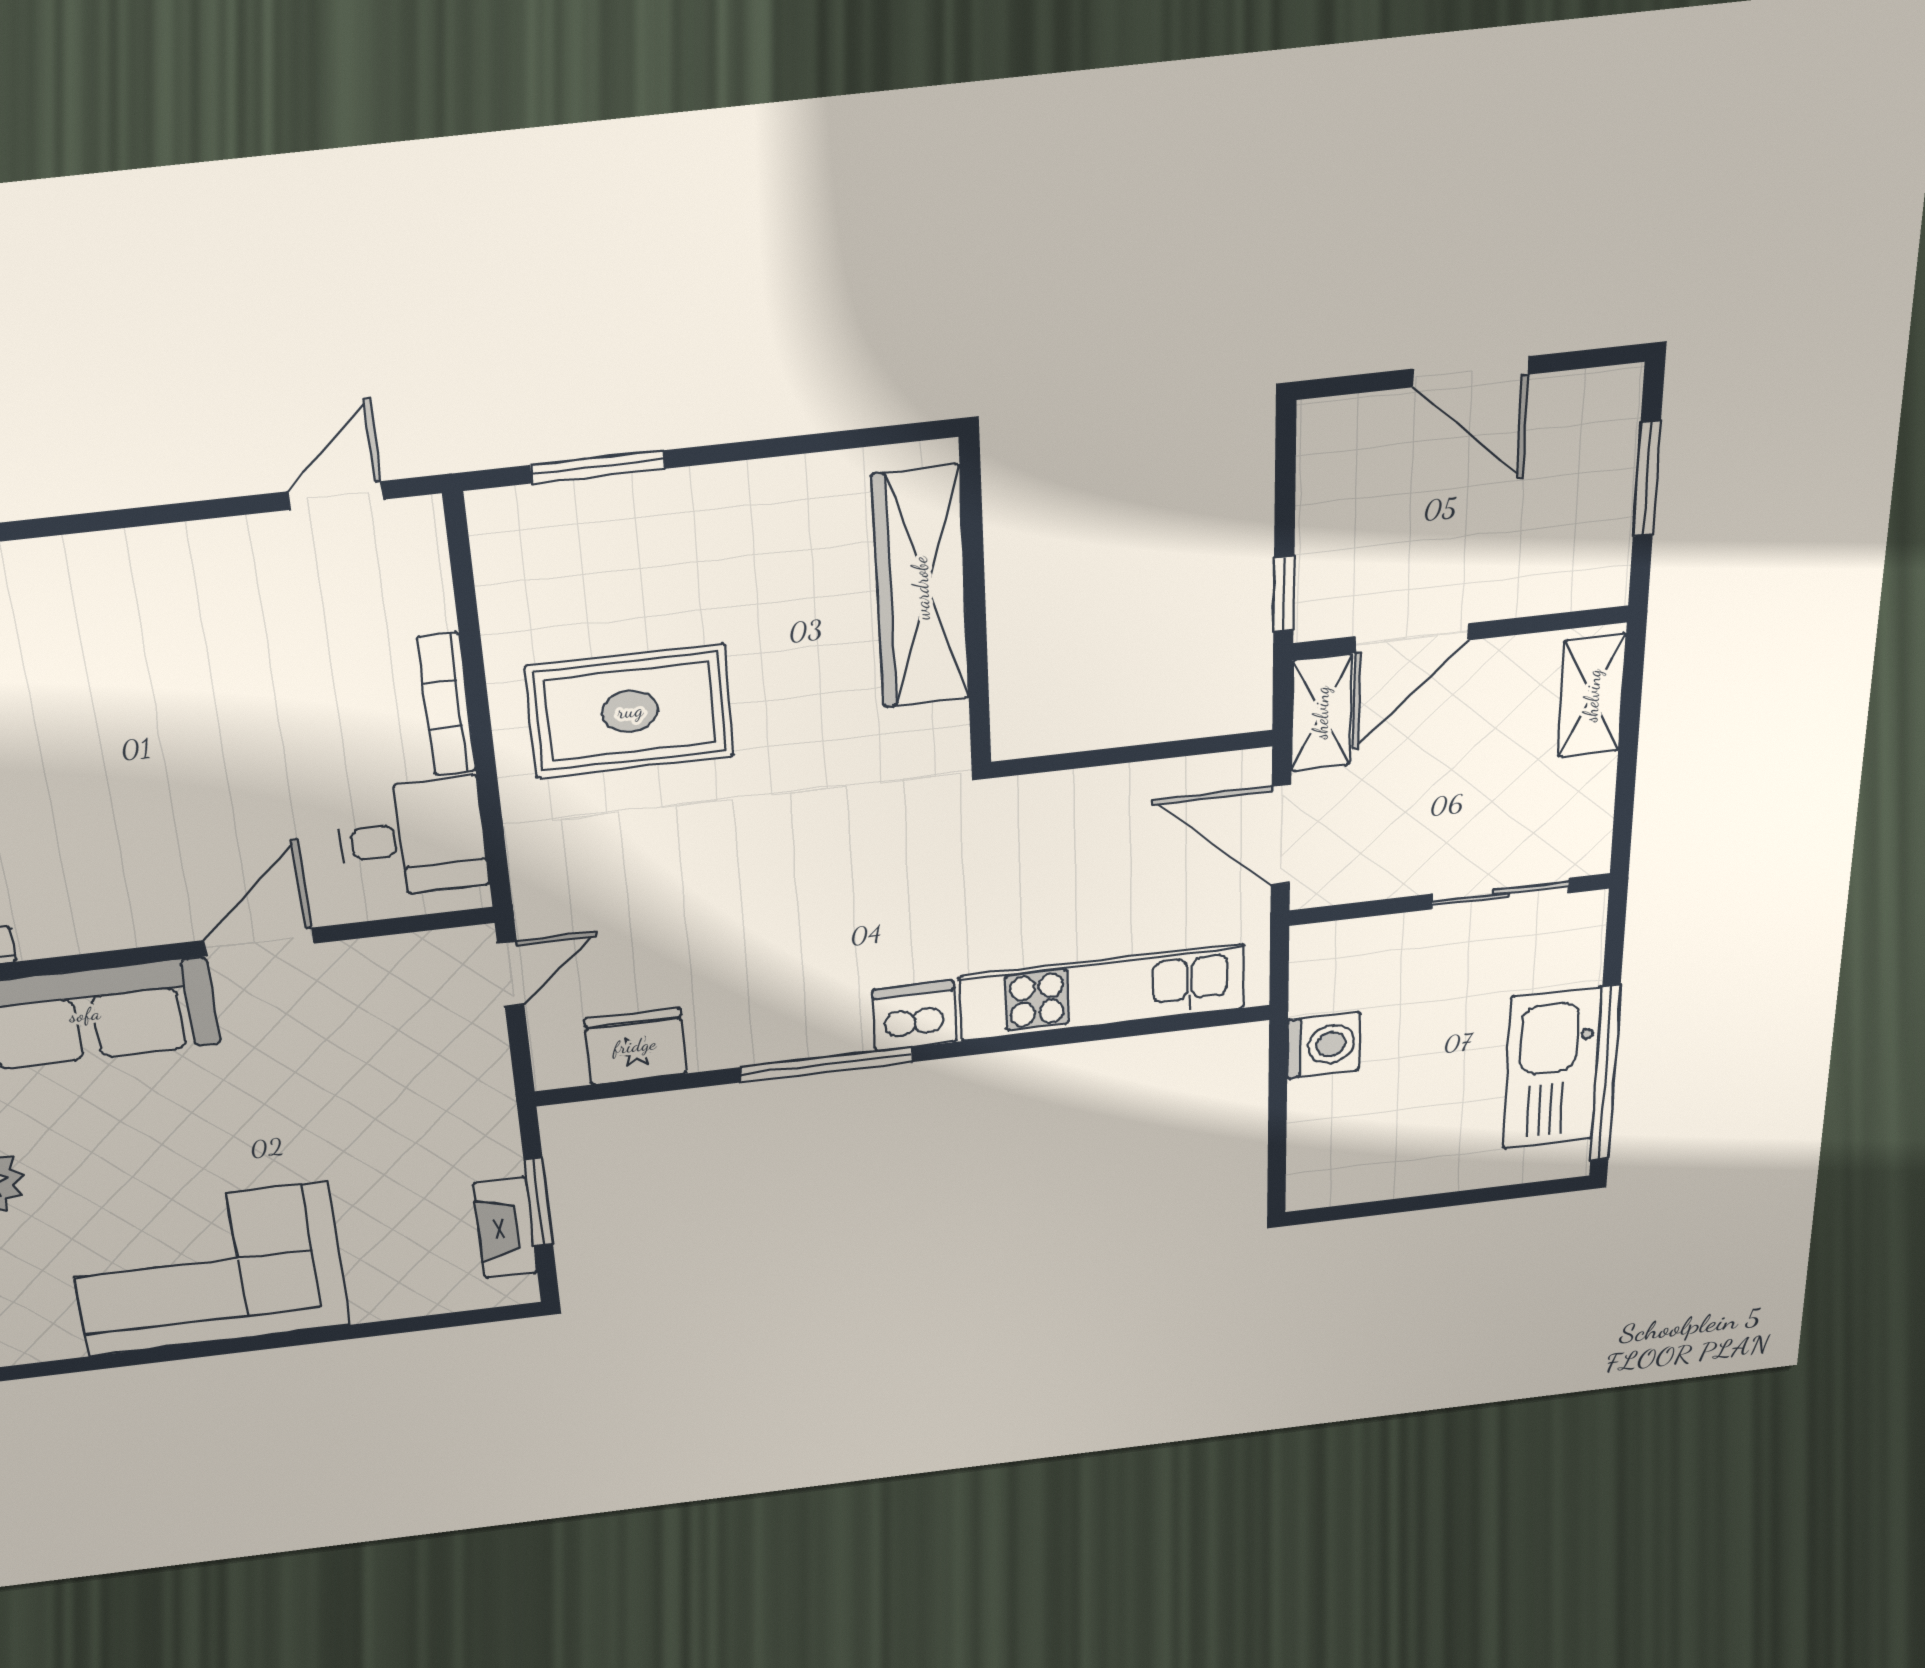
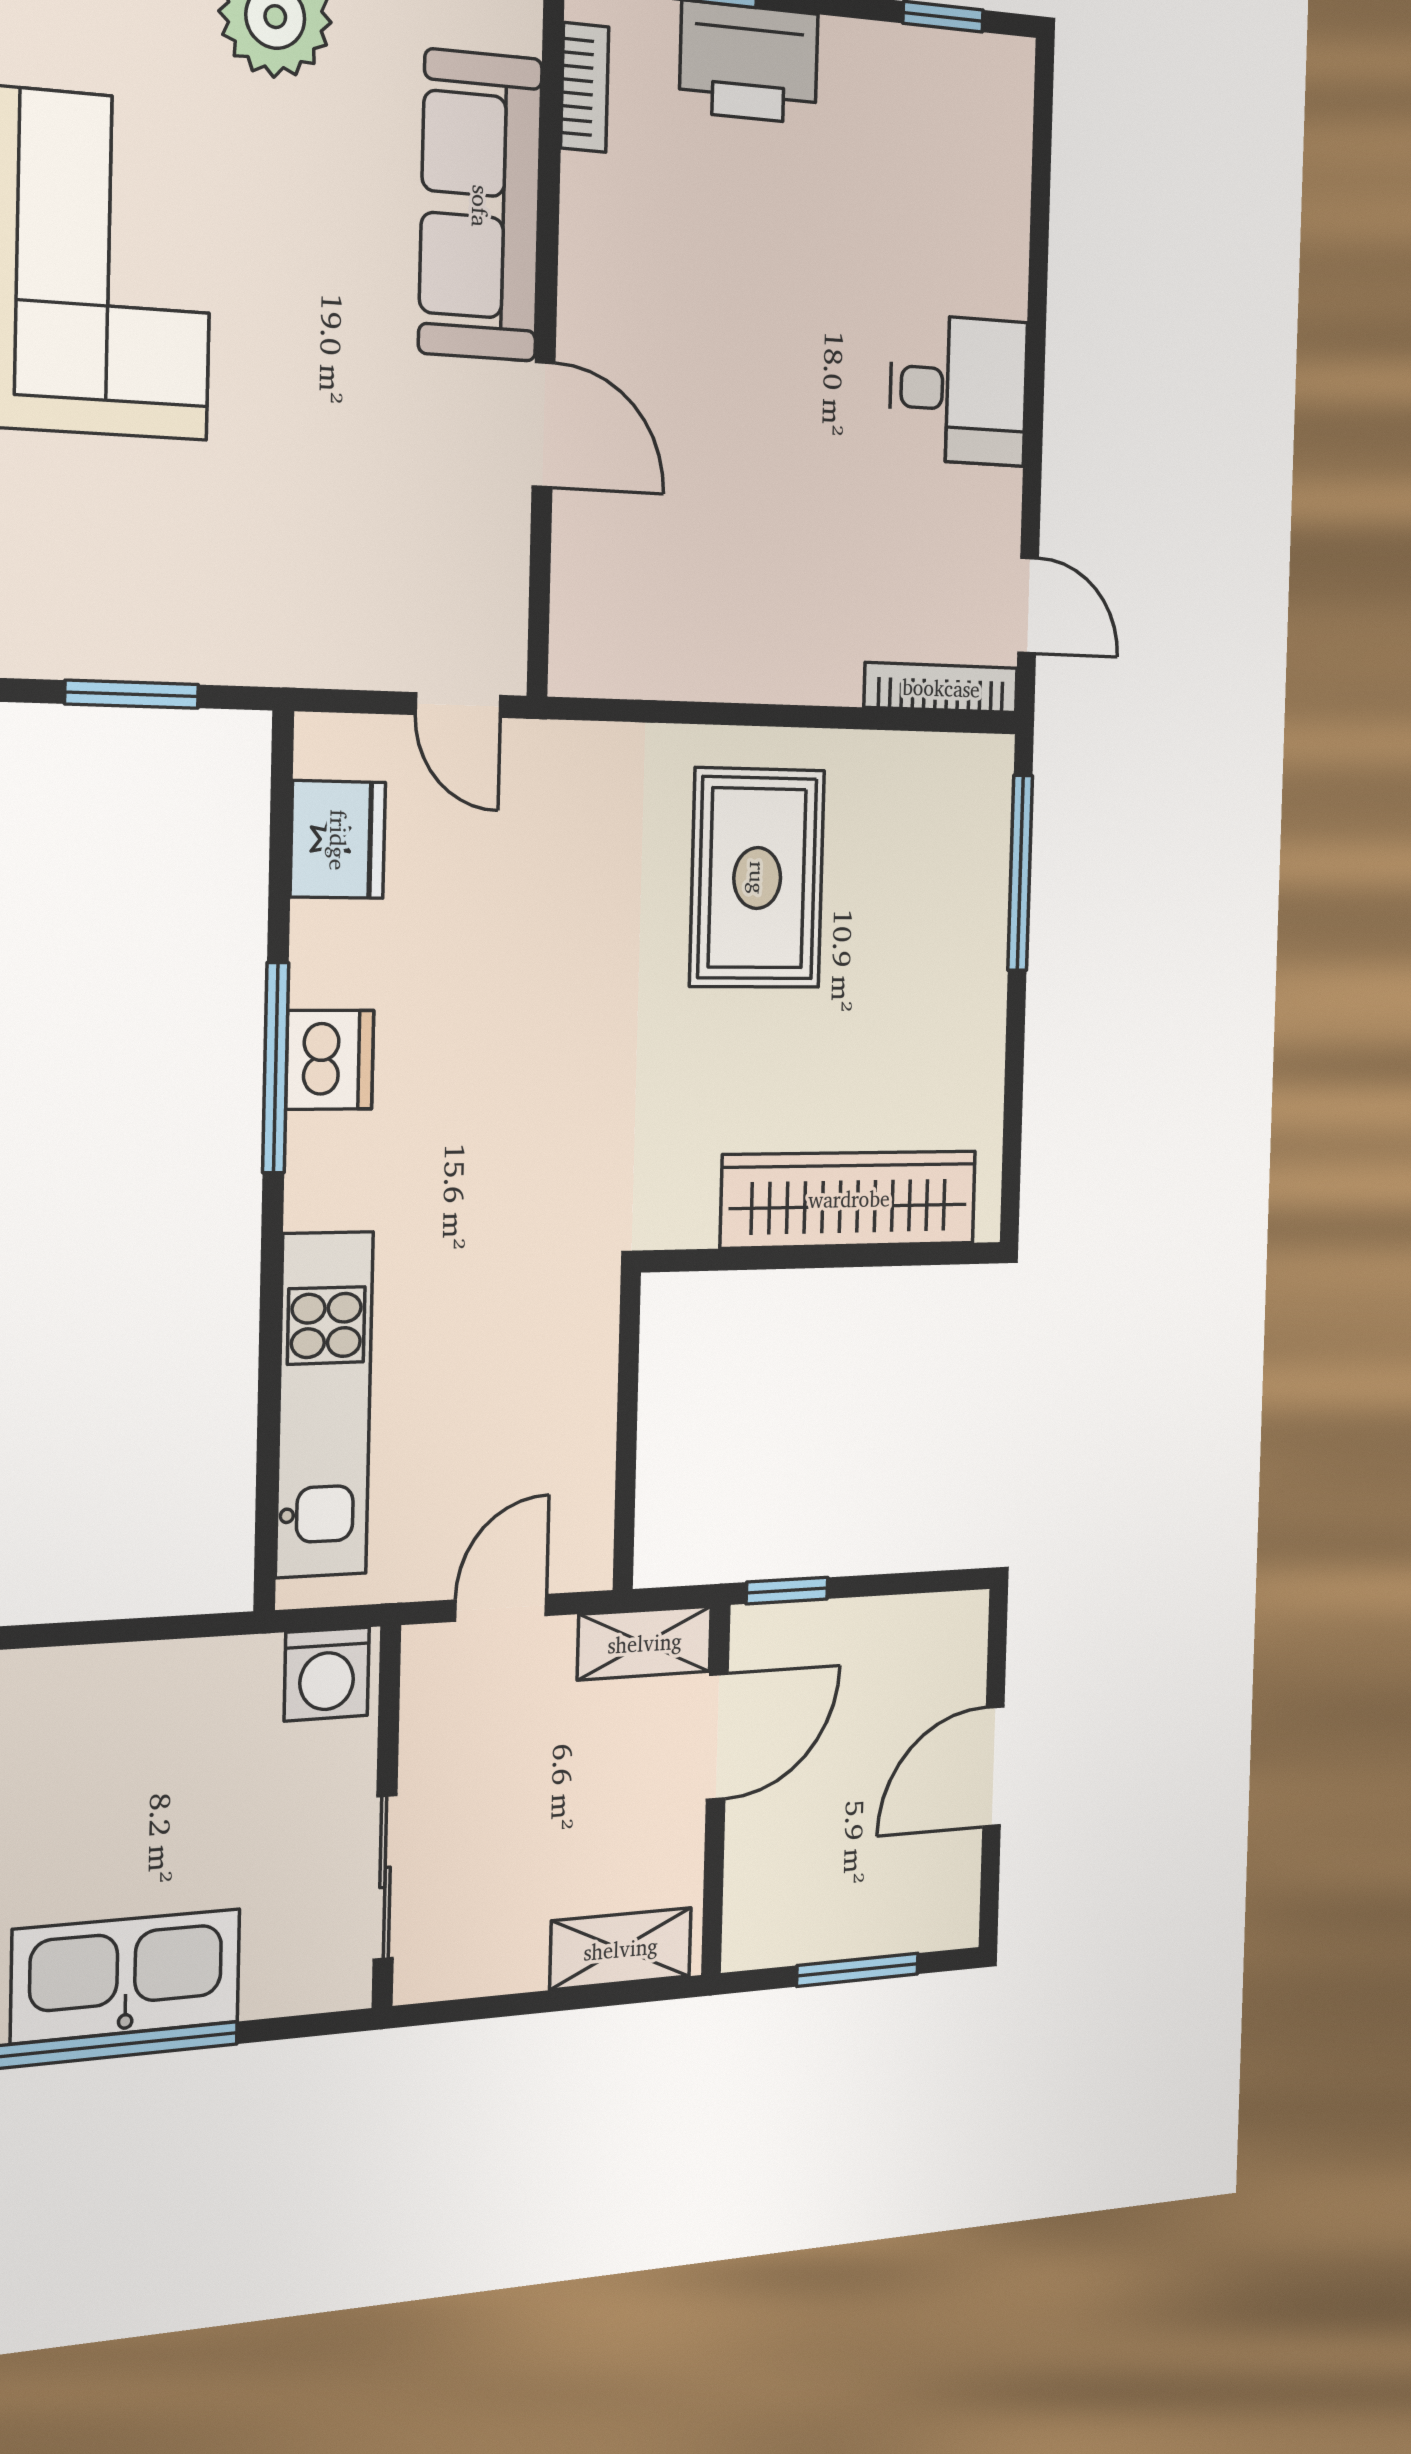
window: (597, 467) -> (1020, 873), width x1.44
door: (1412, 638) -> (717, 1737), swing flipped
bookcase: (447, 704) -> (941, 688), moved
door: (1281, 835) -> (501, 1608), width x0.73
desk: (412, 838) -> (958, 390), moved, turned -90
dishwasher: (914, 1016) -> (330, 1060), moved
washing machine: (1324, 1045) -> (327, 1674), moved
fireplace: (505, 1228) -> (99, 647), removed

